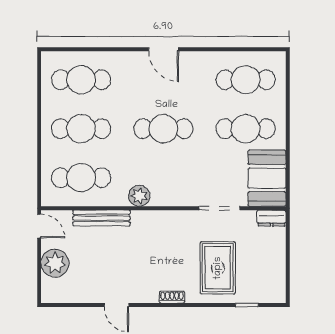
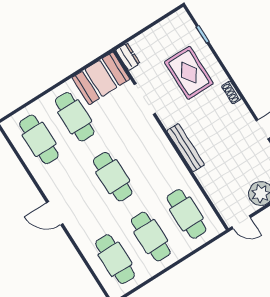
door: (164, 49) -> (55, 213), swing flipped
plant: (139, 196) -> (173, 163), removed
bench: (101, 218) -> (186, 148), moved
door: (39, 226) -> (241, 222), swing flipped
rug: (218, 268) -> (189, 73), turned 90

